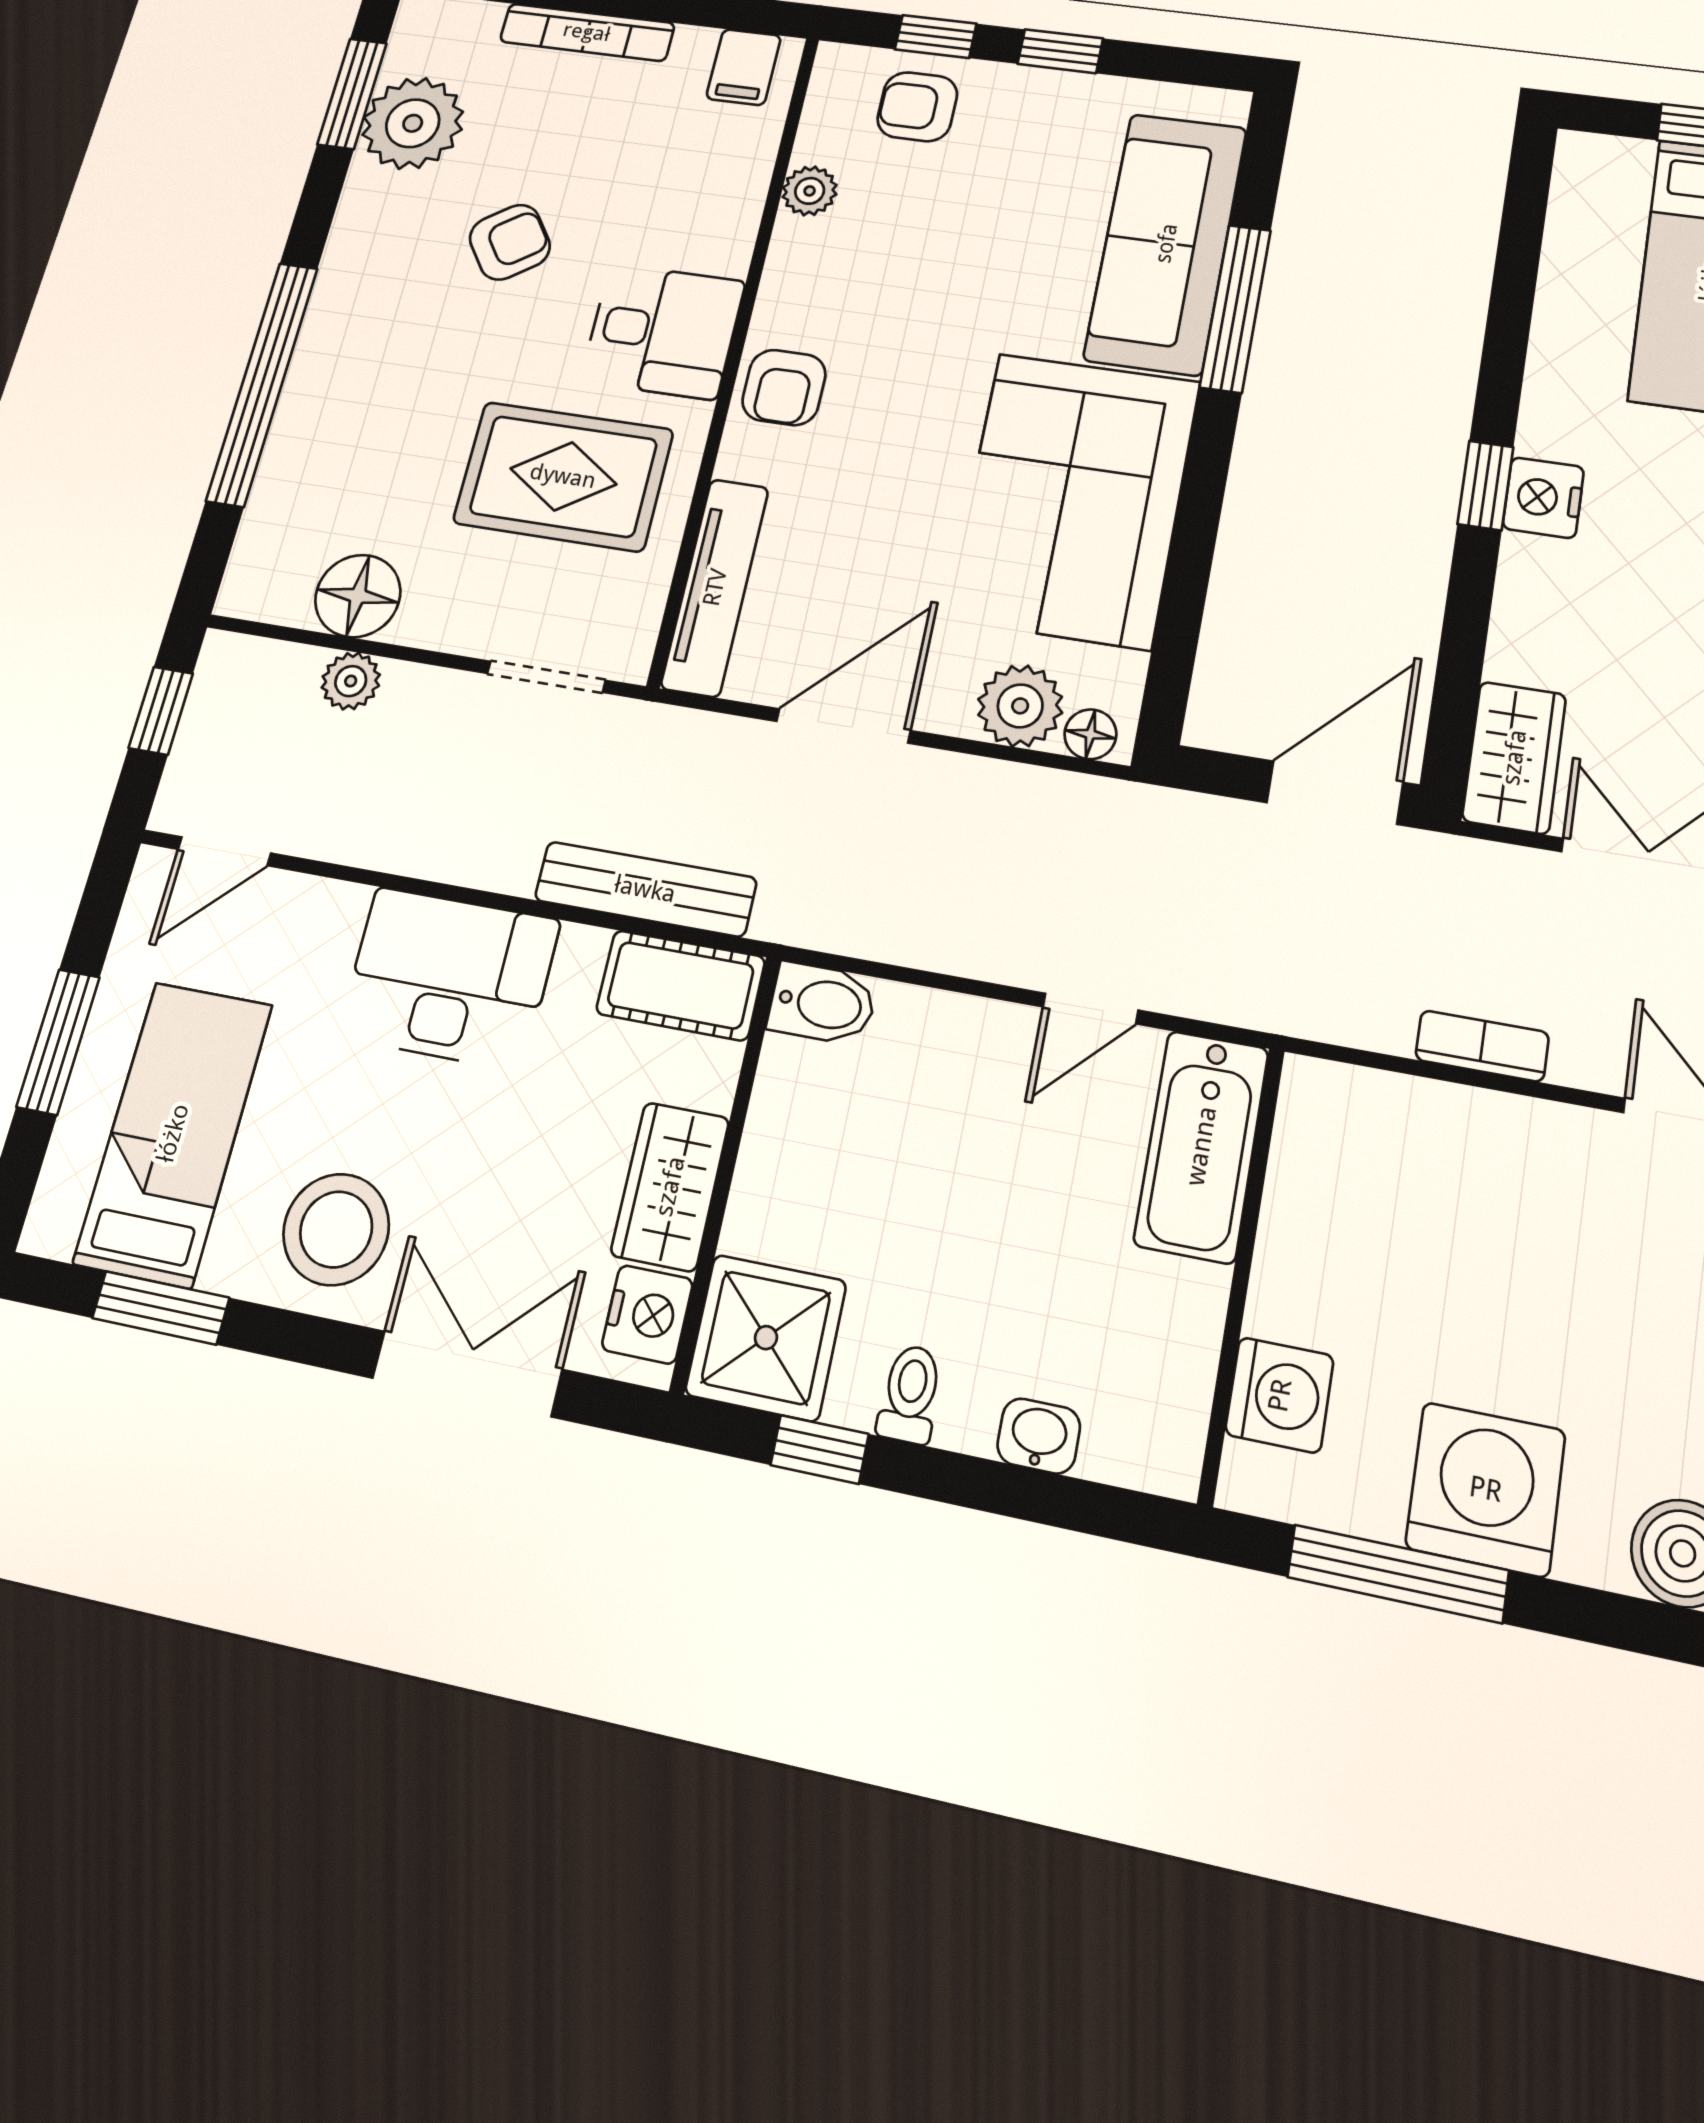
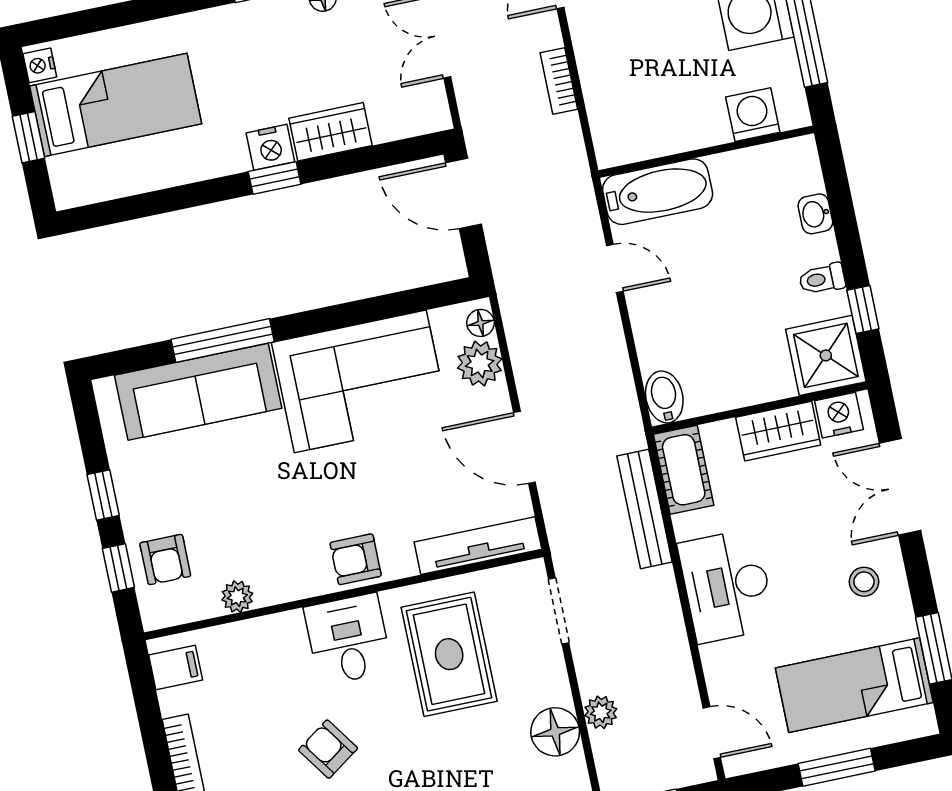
armchair: (784, 387) -> (356, 559), turned 180
wardrobe: (1514, 757) -> (330, 132), moved
stool: (336, 1229) -> (864, 582), width x0.53, depth x0.53

